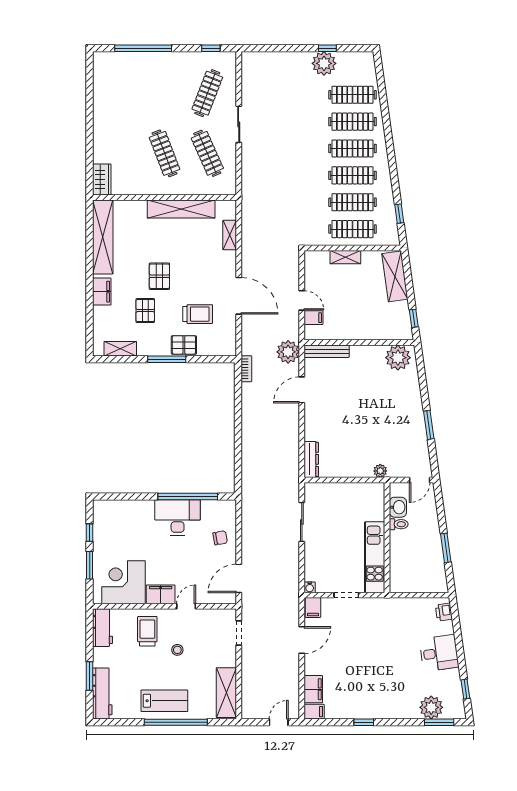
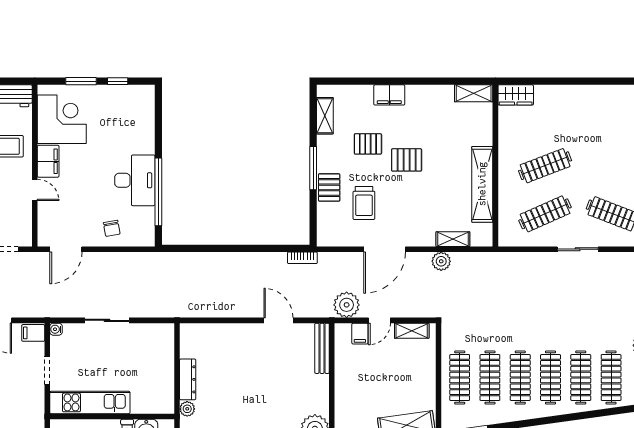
shelving: (103, 237) -> (474, 93), width x0.45, depth x0.75
plant: (249, 246) -> (441, 261), added
shelving: (345, 257) -> (412, 331), moved, turned 90
plant: (288, 352) -> (347, 305), moved
dresser: (311, 459) -> (188, 379), moved, turned -90
sliding door: (302, 522) -> (107, 320), moved
door: (239, 578) -> (66, 249), swing flipped

